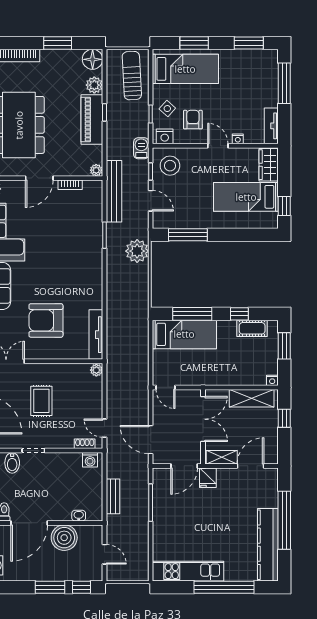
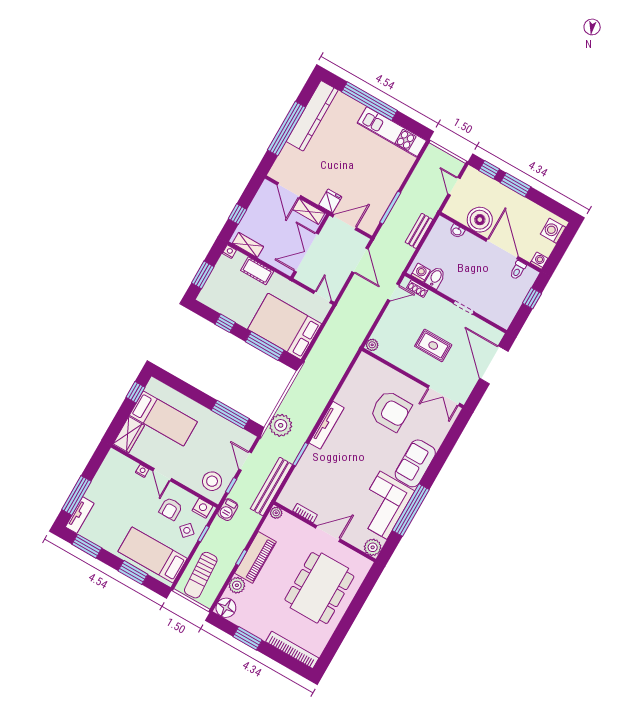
tv unit: (271, 126) -> (80, 515), moved
cot: (252, 328) -> (257, 271), moved
bed: (184, 334) -> (285, 326), width x1.50
tv unit: (96, 335) -> (327, 425), moved
shelving: (252, 398) -> (248, 245), width x0.67, depth x0.75
rug: (41, 401) -> (433, 345), turned 90
door: (104, 428) -> (393, 292), hinge flipped
bidet: (12, 463) -> (435, 278), moved
door: (250, 466) -> (289, 190), hinge flipped
door: (29, 523) -> (502, 249), hinge flipped

